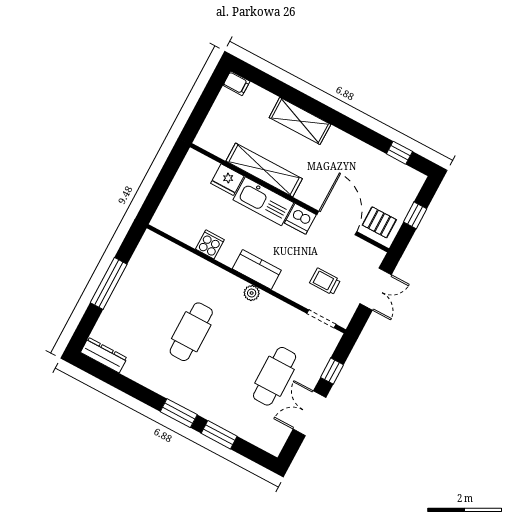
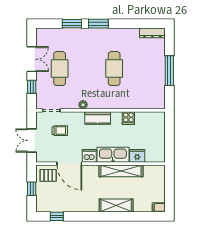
plant: (252, 293) -> (83, 105), moved

